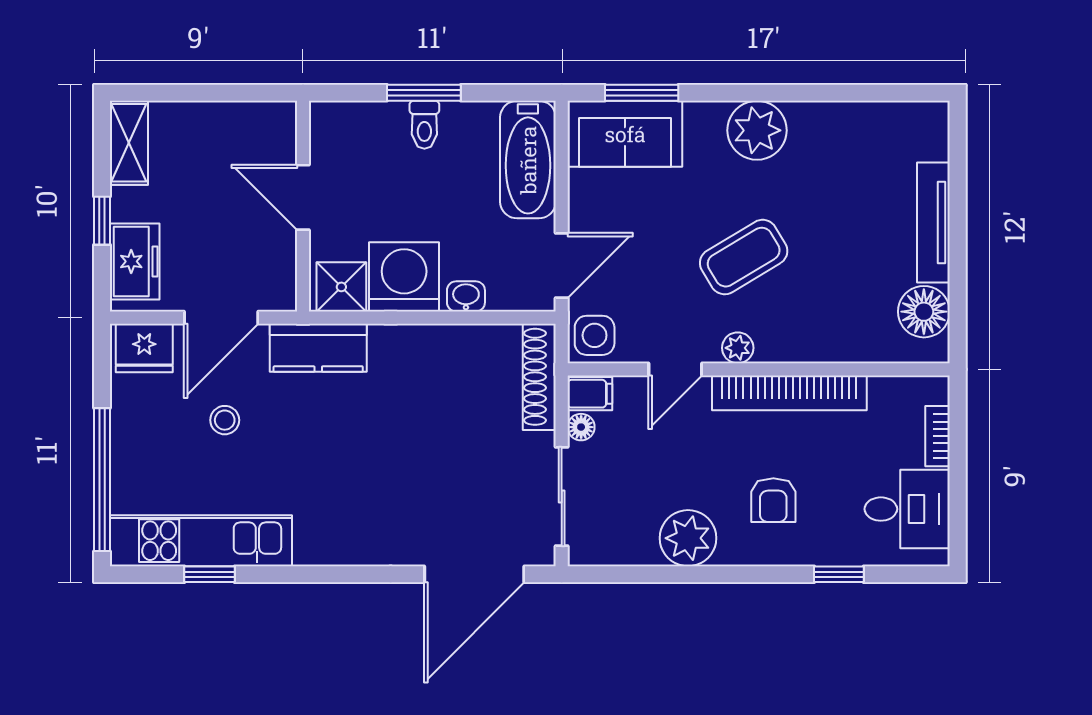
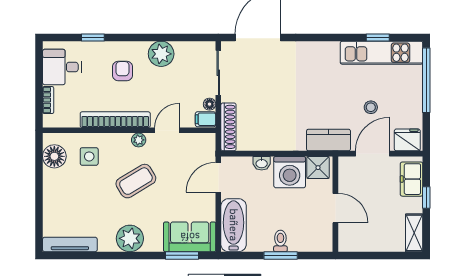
tv unit: (933, 223) -> (70, 244), moved, turned -90
side table: (595, 335) -> (89, 156), moved

